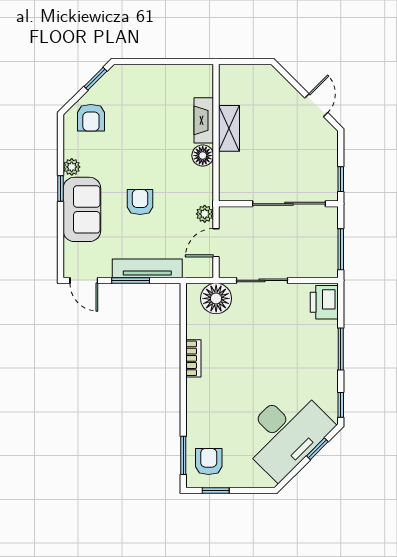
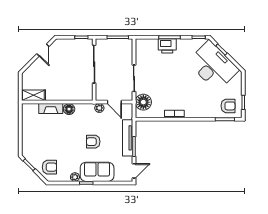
door: (316, 105) -> (43, 50), swing flipped
shelving: (229, 128) -> (33, 95), moved
printer: (324, 302) -> (167, 46), moved
armchair: (209, 461) -> (228, 106), turned 180

